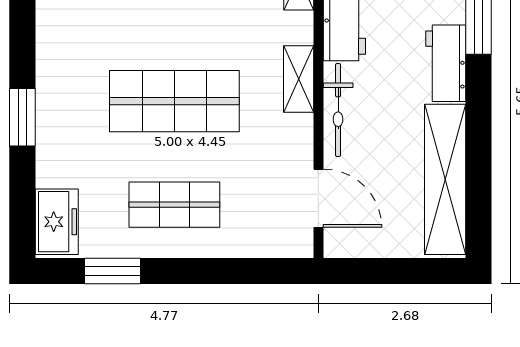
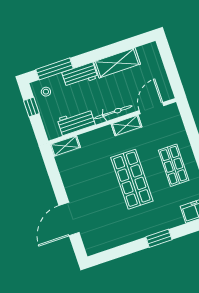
shelving: (299, 79) -> (126, 125), moved
shelving: (445, 179) -> (117, 63), width x0.68

